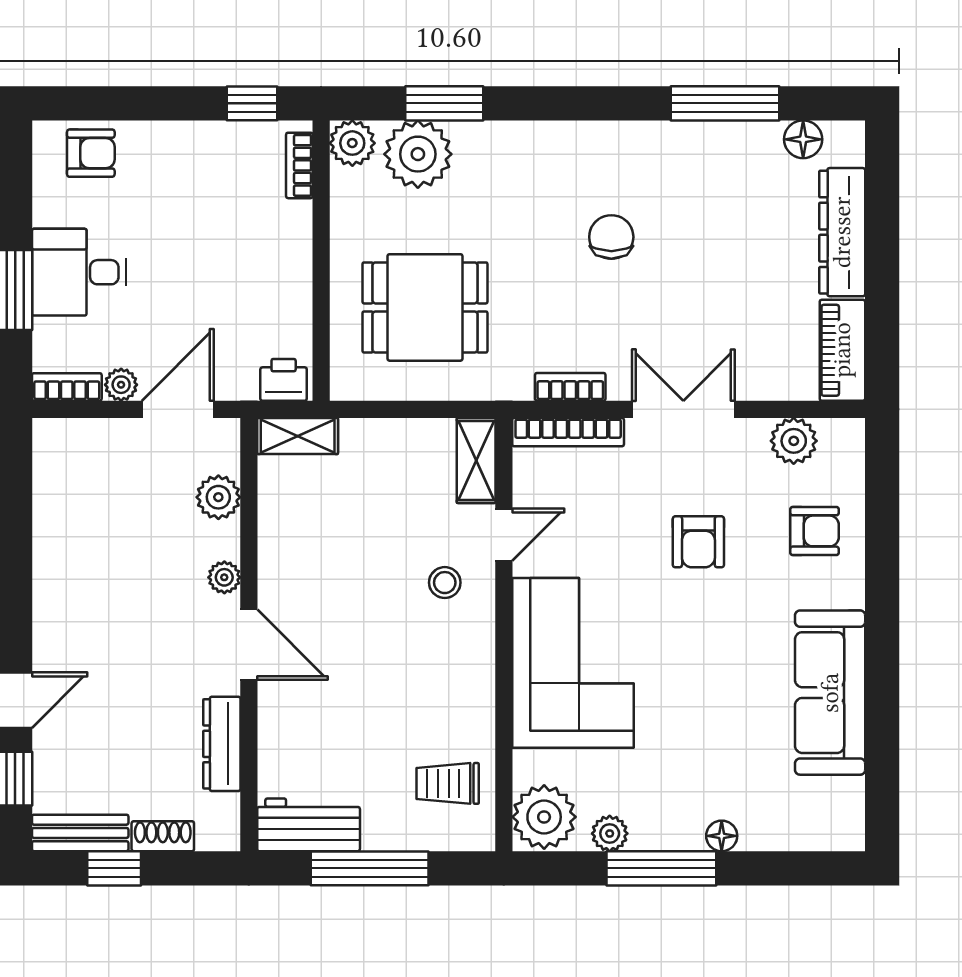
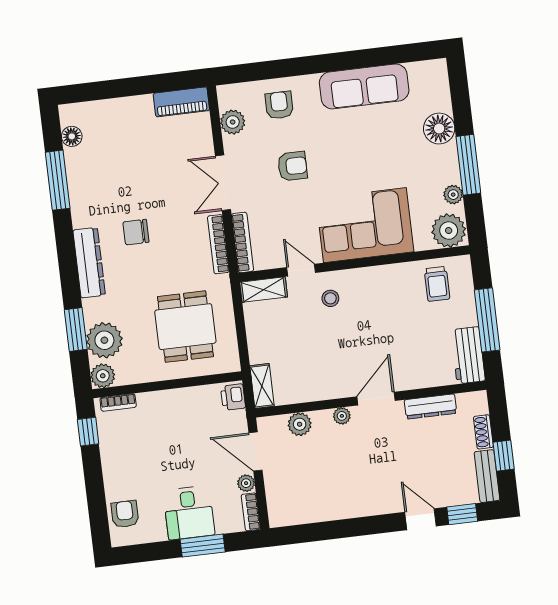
dresser: (842, 232) -> (89, 263), moved, turned -90
bookcase: (570, 387) -> (218, 244), width x1.56
floor lamp: (722, 836) -> (439, 129), width x1.89, depth x1.89

